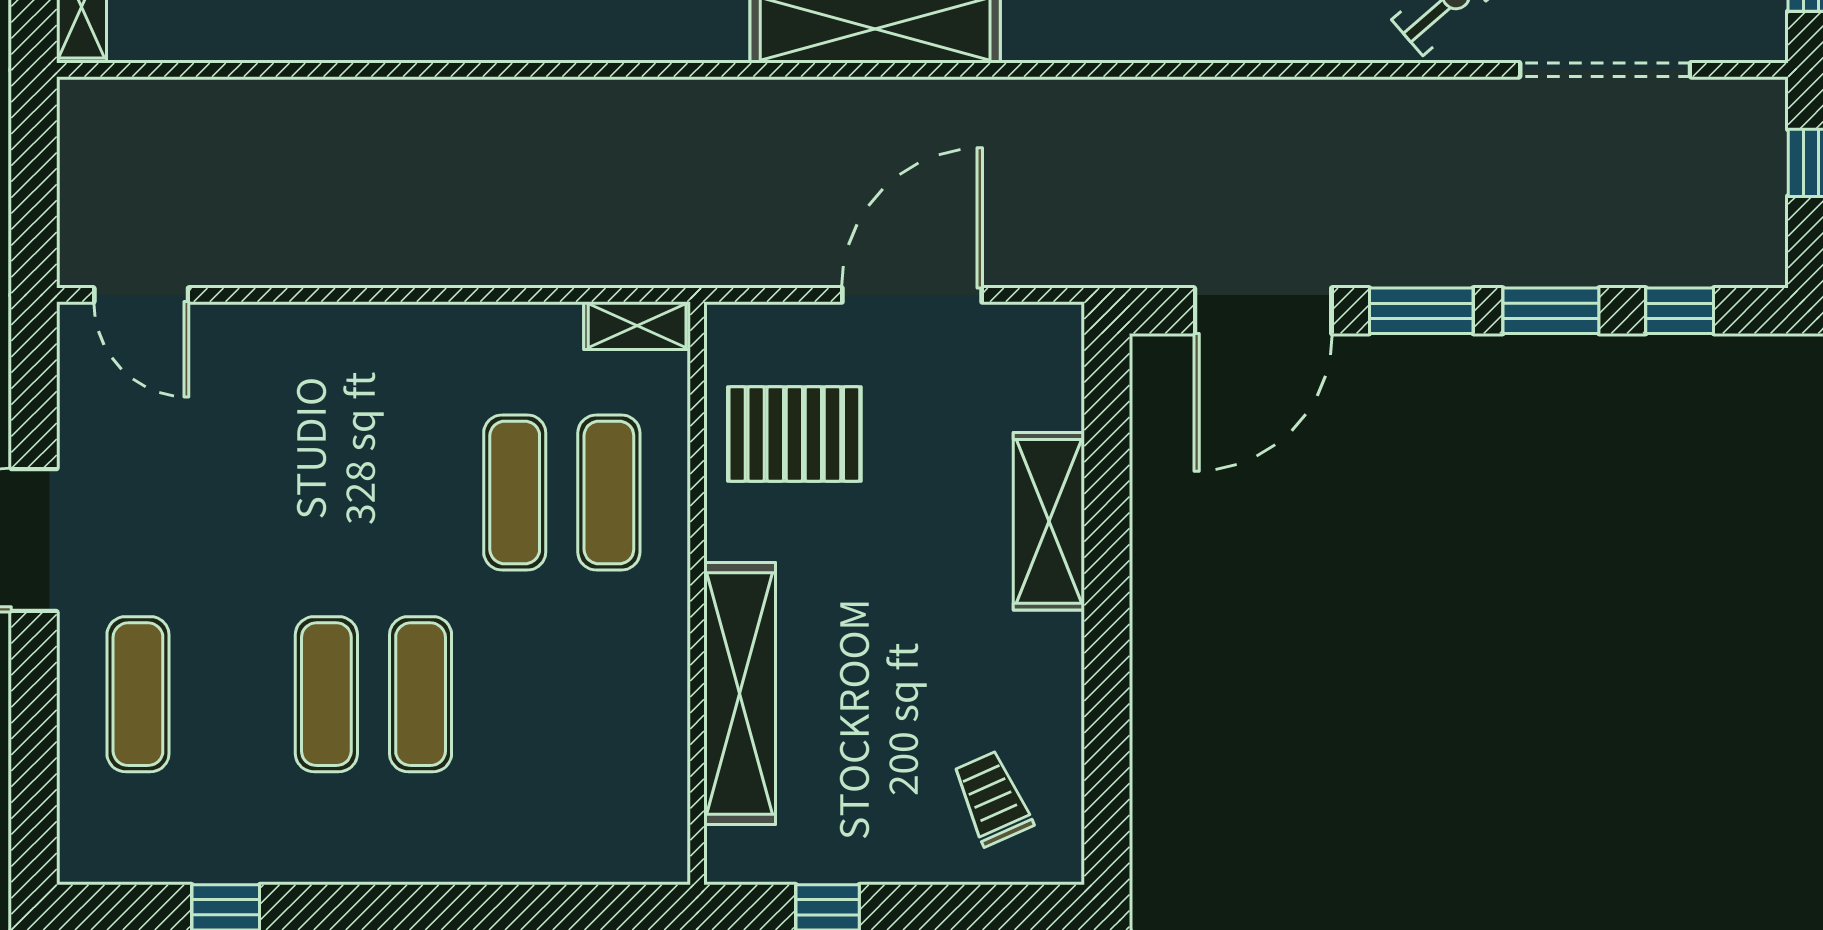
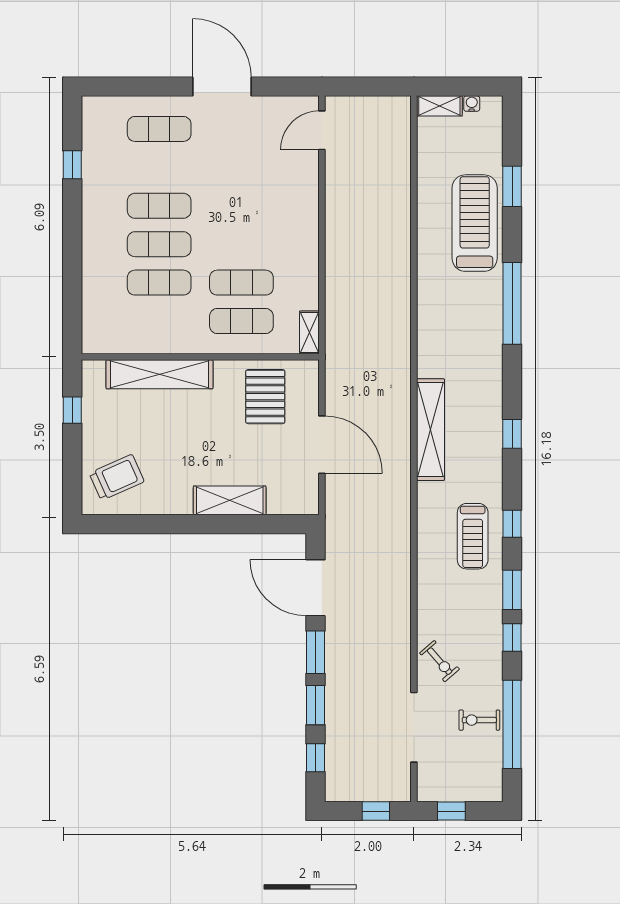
exercise mat: (515, 694) -> (159, 283), added
trolley: (992, 798) -> (117, 477), width x1.36, depth x1.39

